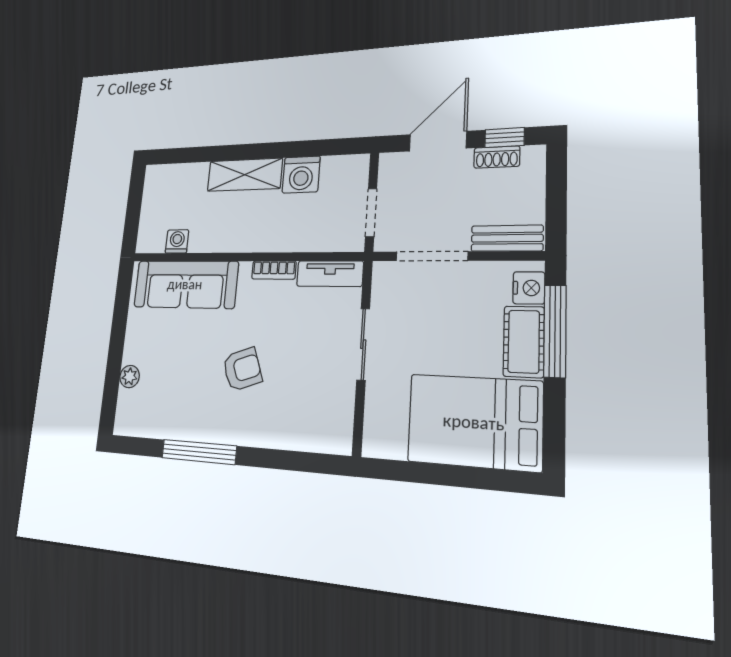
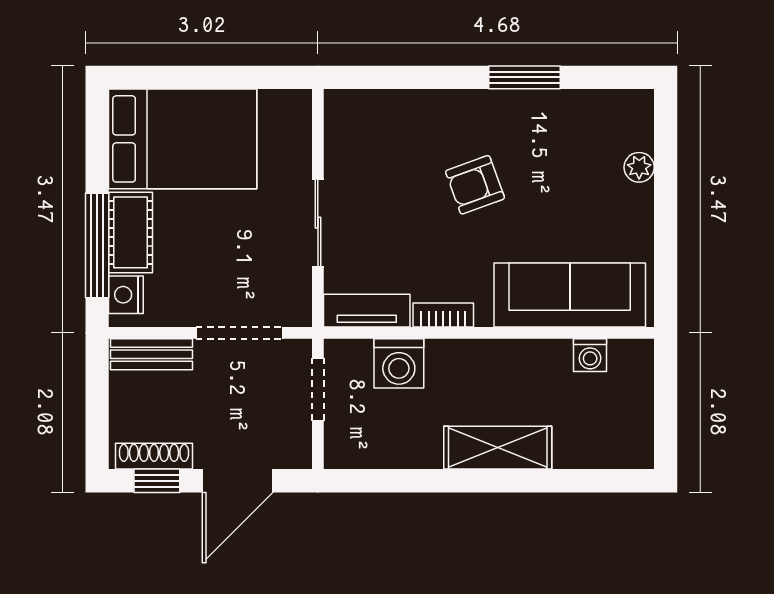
shoe rack: (497, 157) -> (154, 456), width x1.43
washing machine: (301, 175) -> (399, 363), moved, turned 180
window: (199, 452) -> (524, 77), width x0.69

